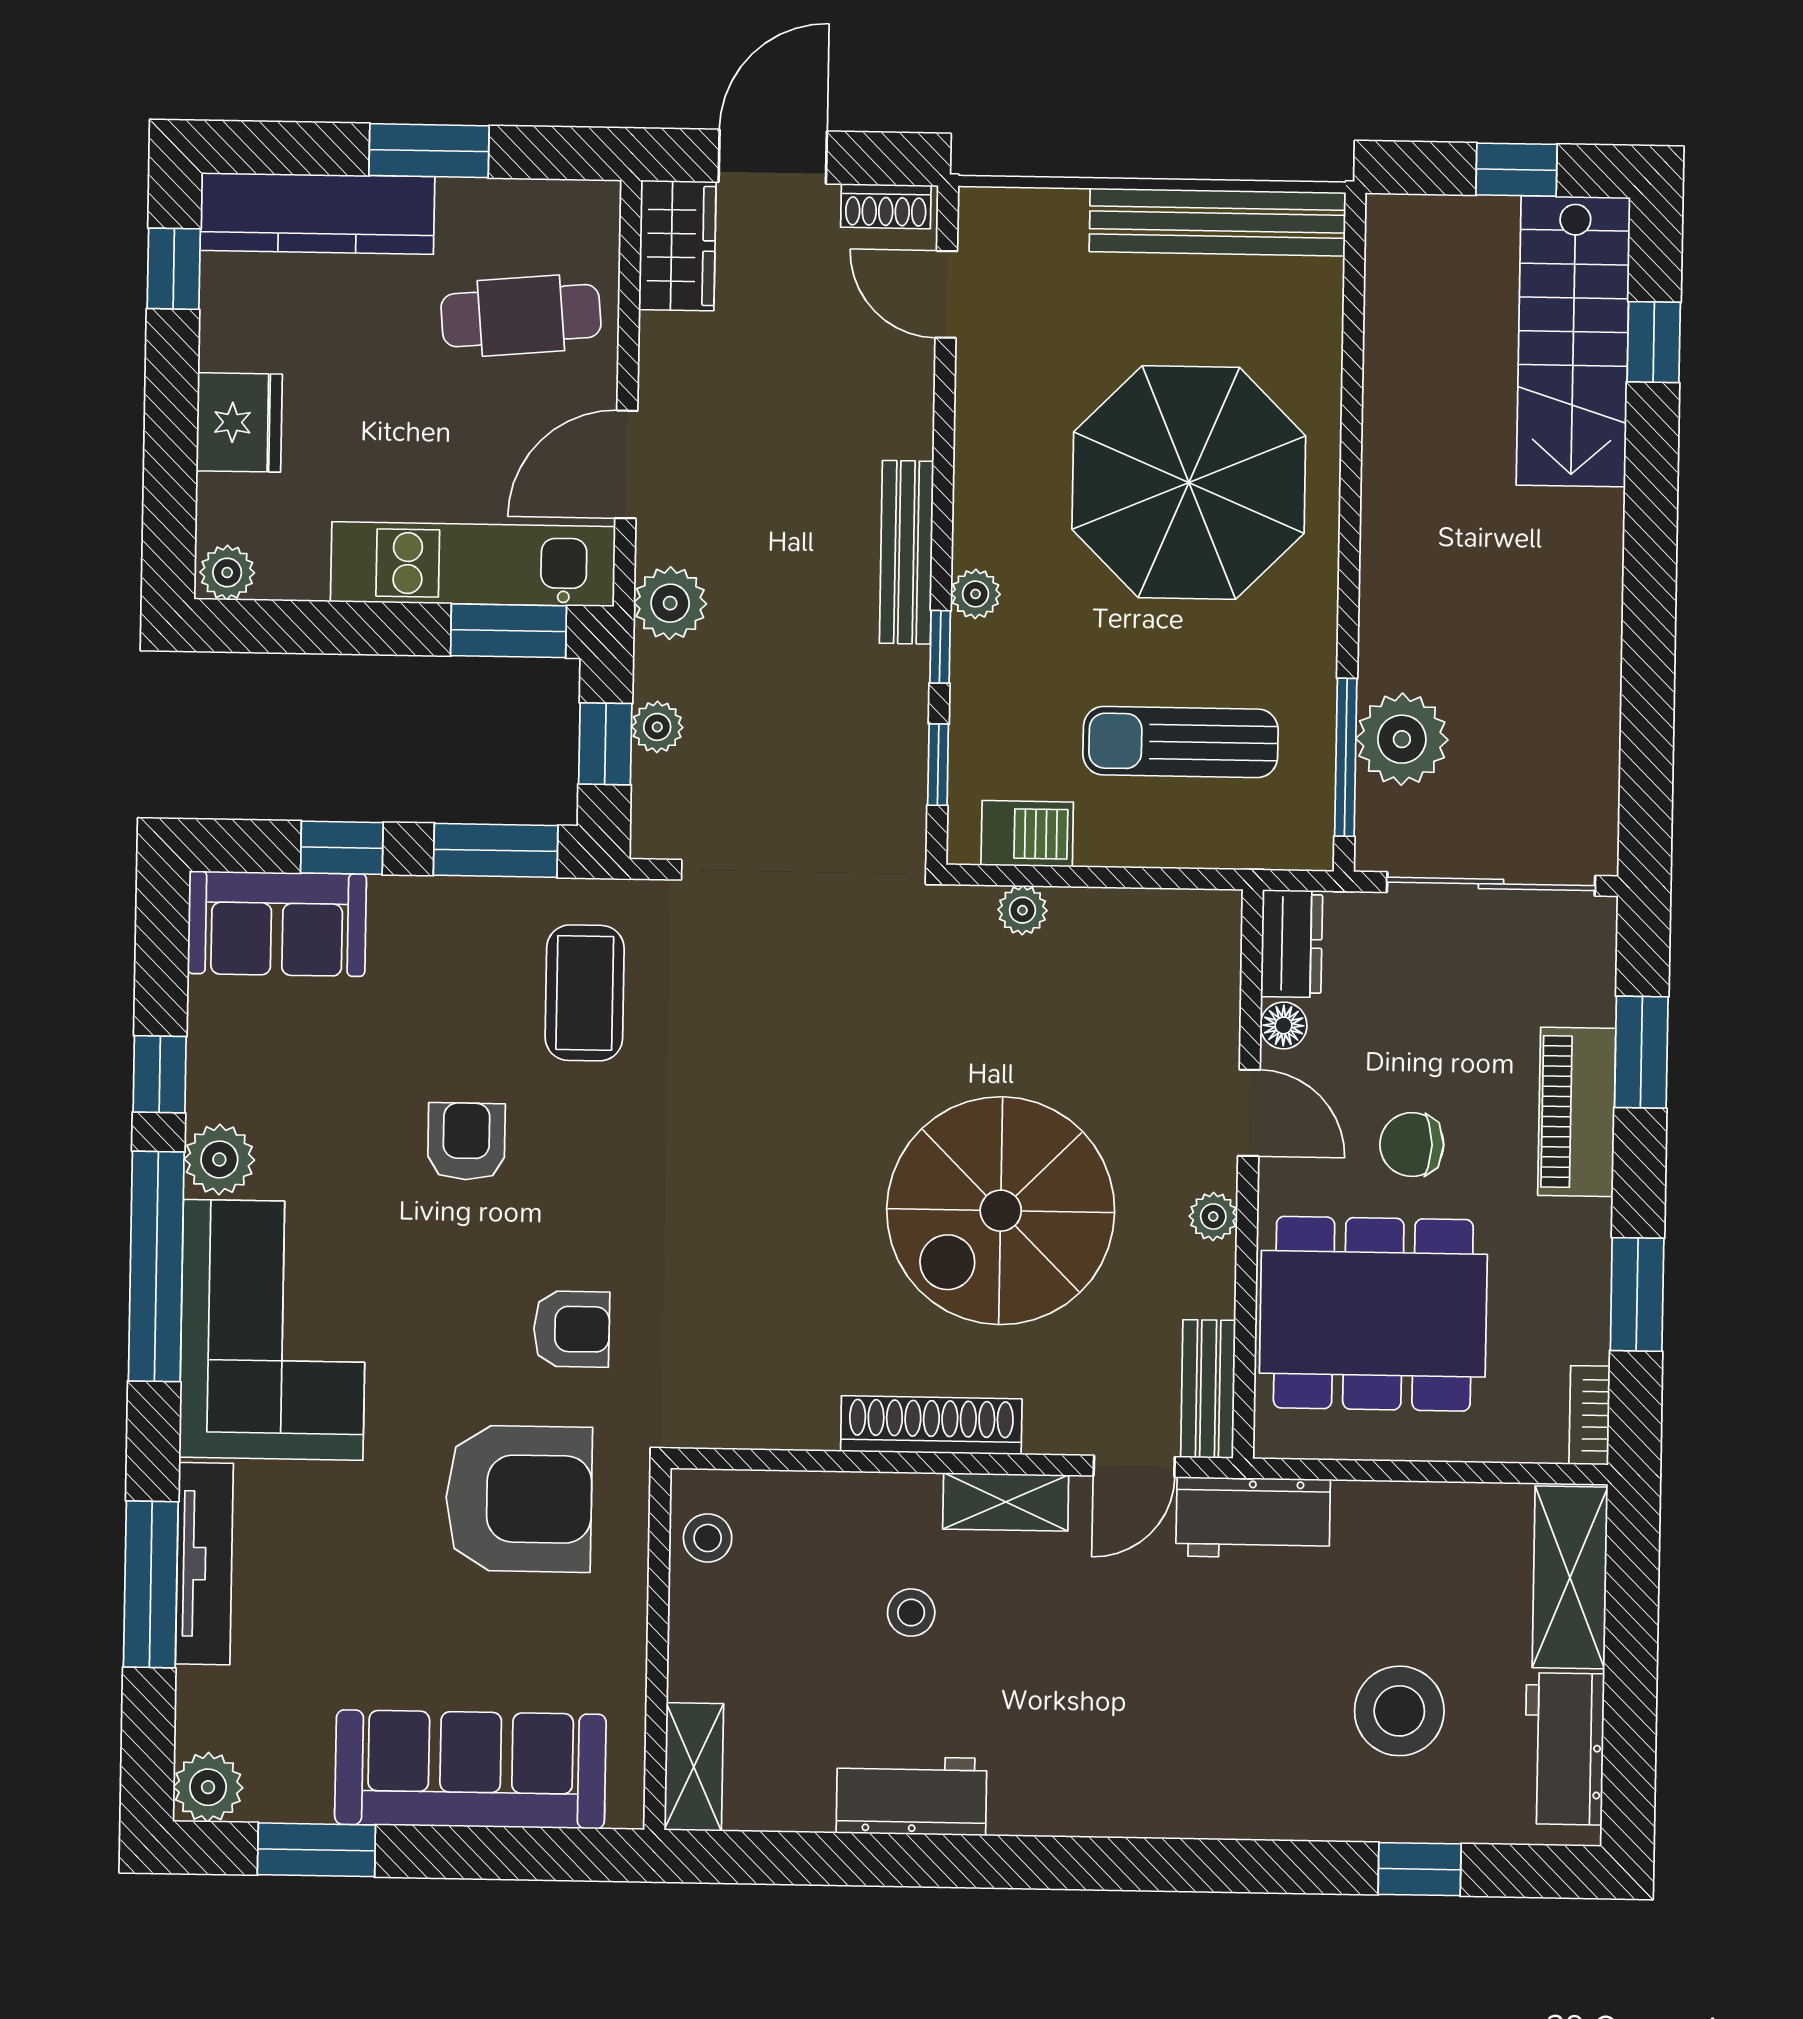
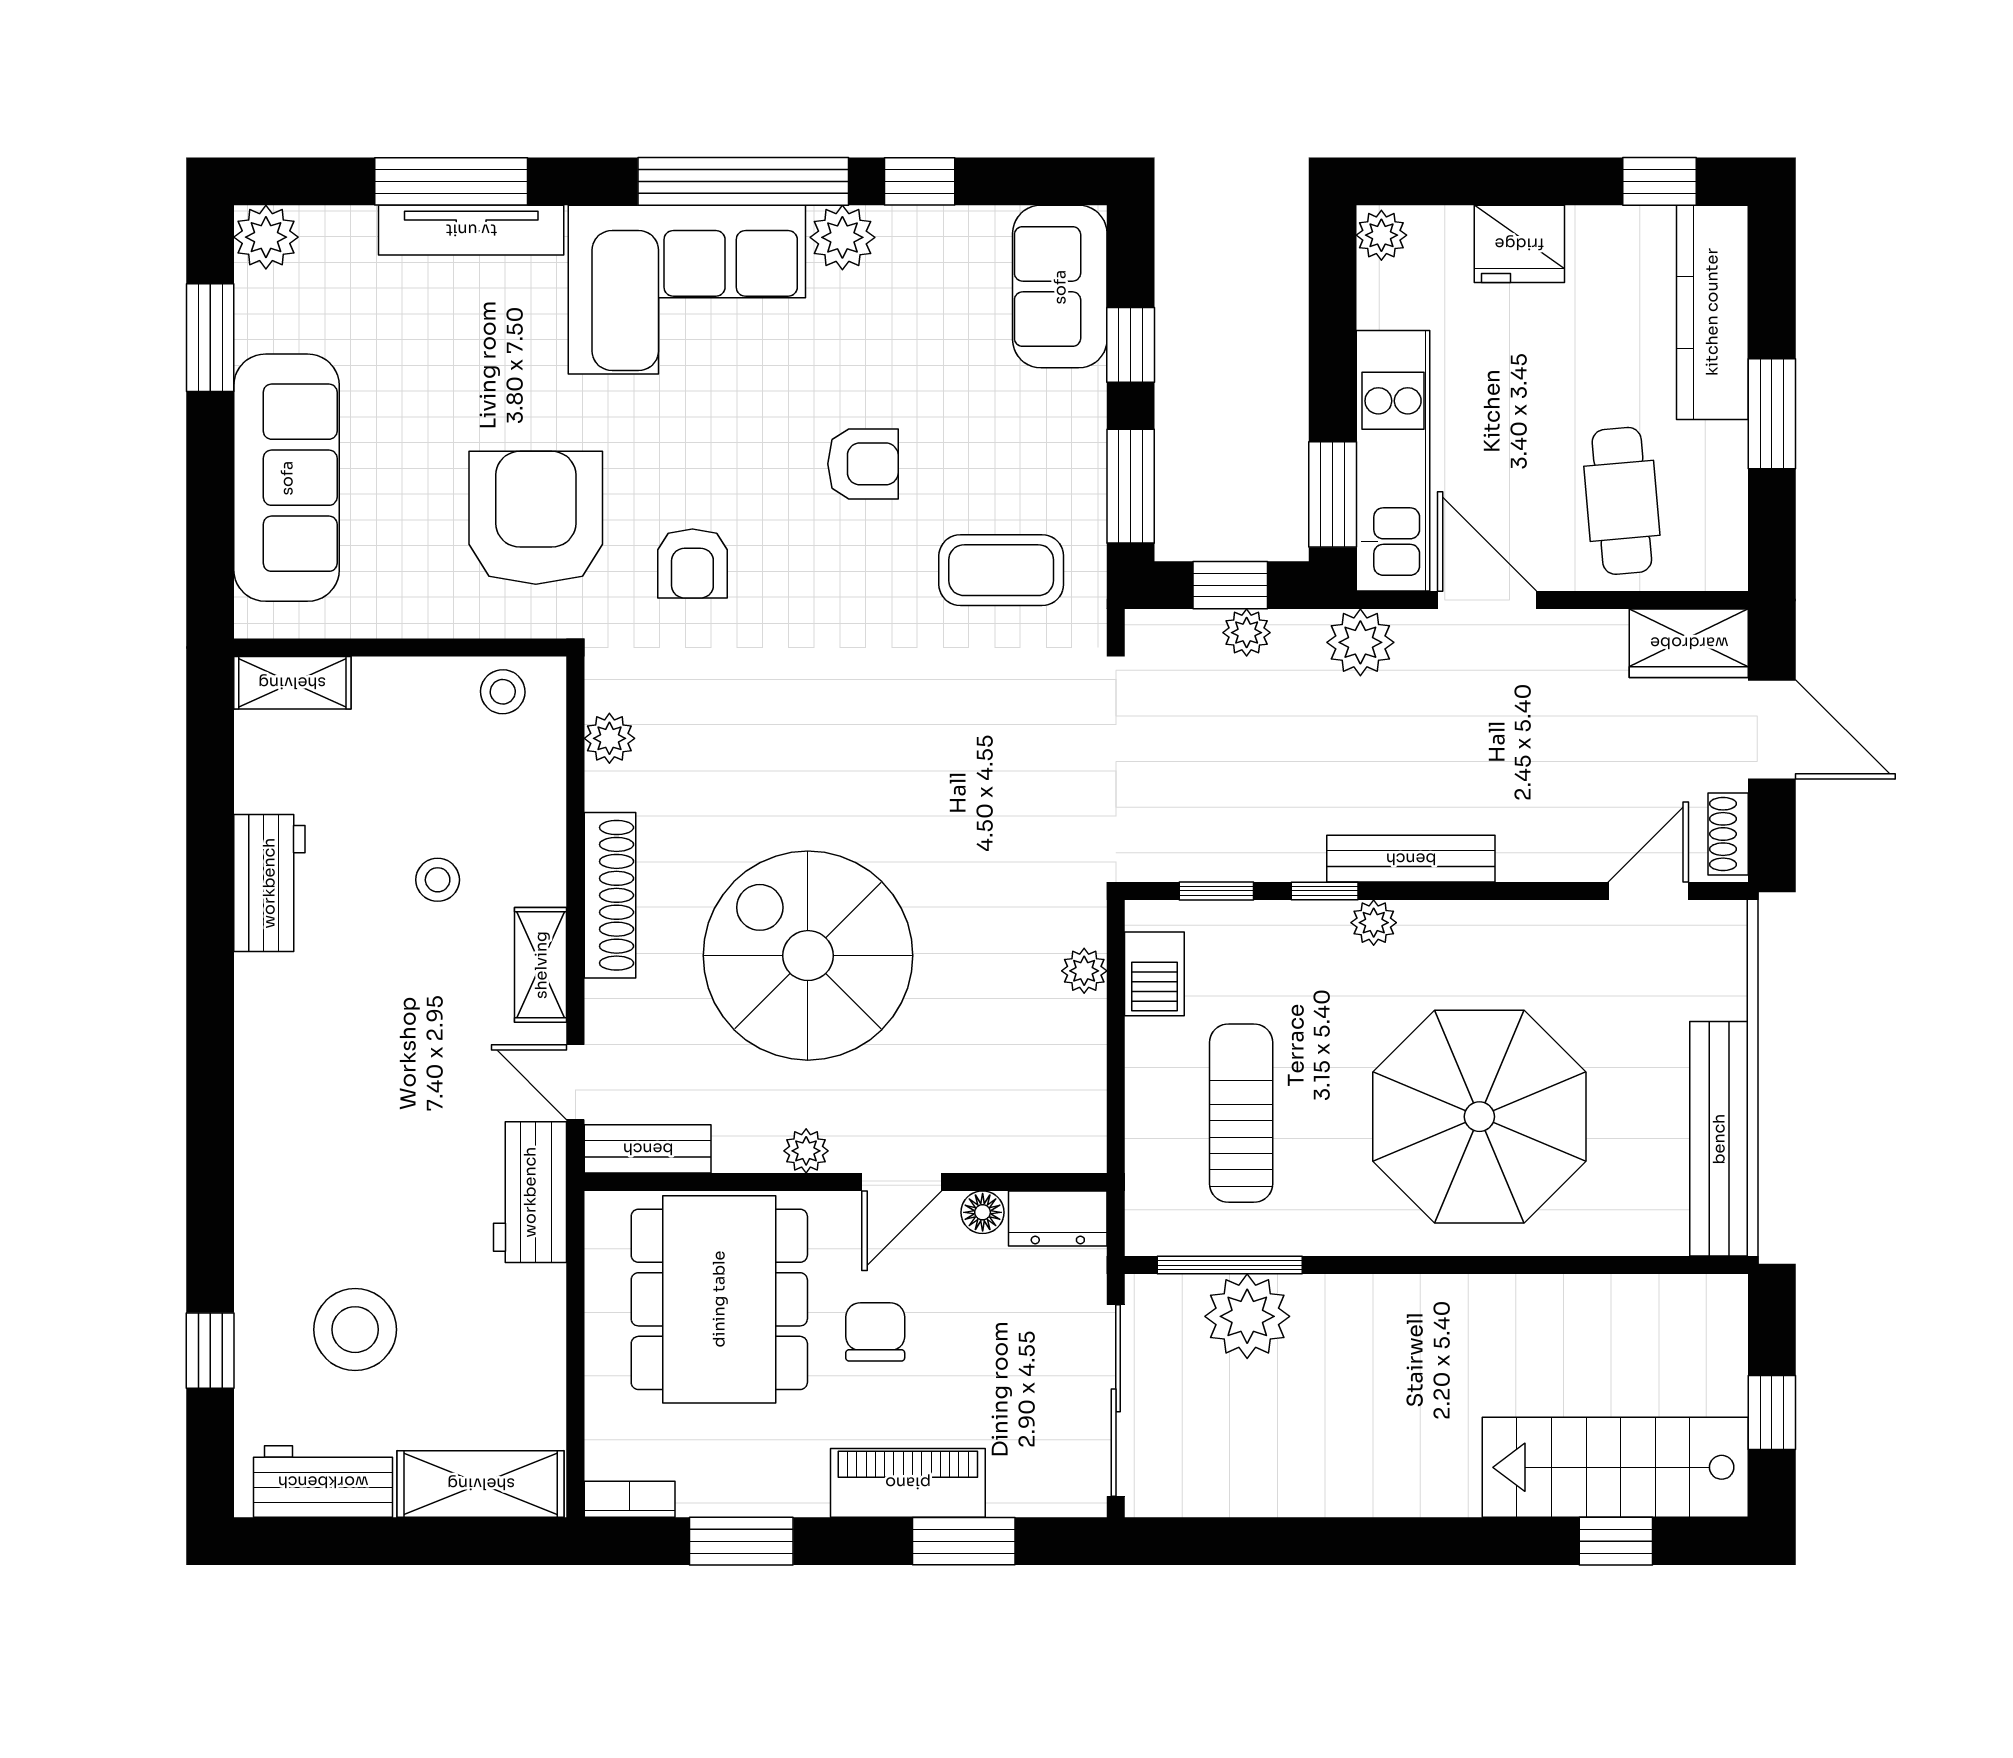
plant: (760, 1423) -> (609, 738), added
armchair: (519, 1499) -> (536, 518), turned 180

